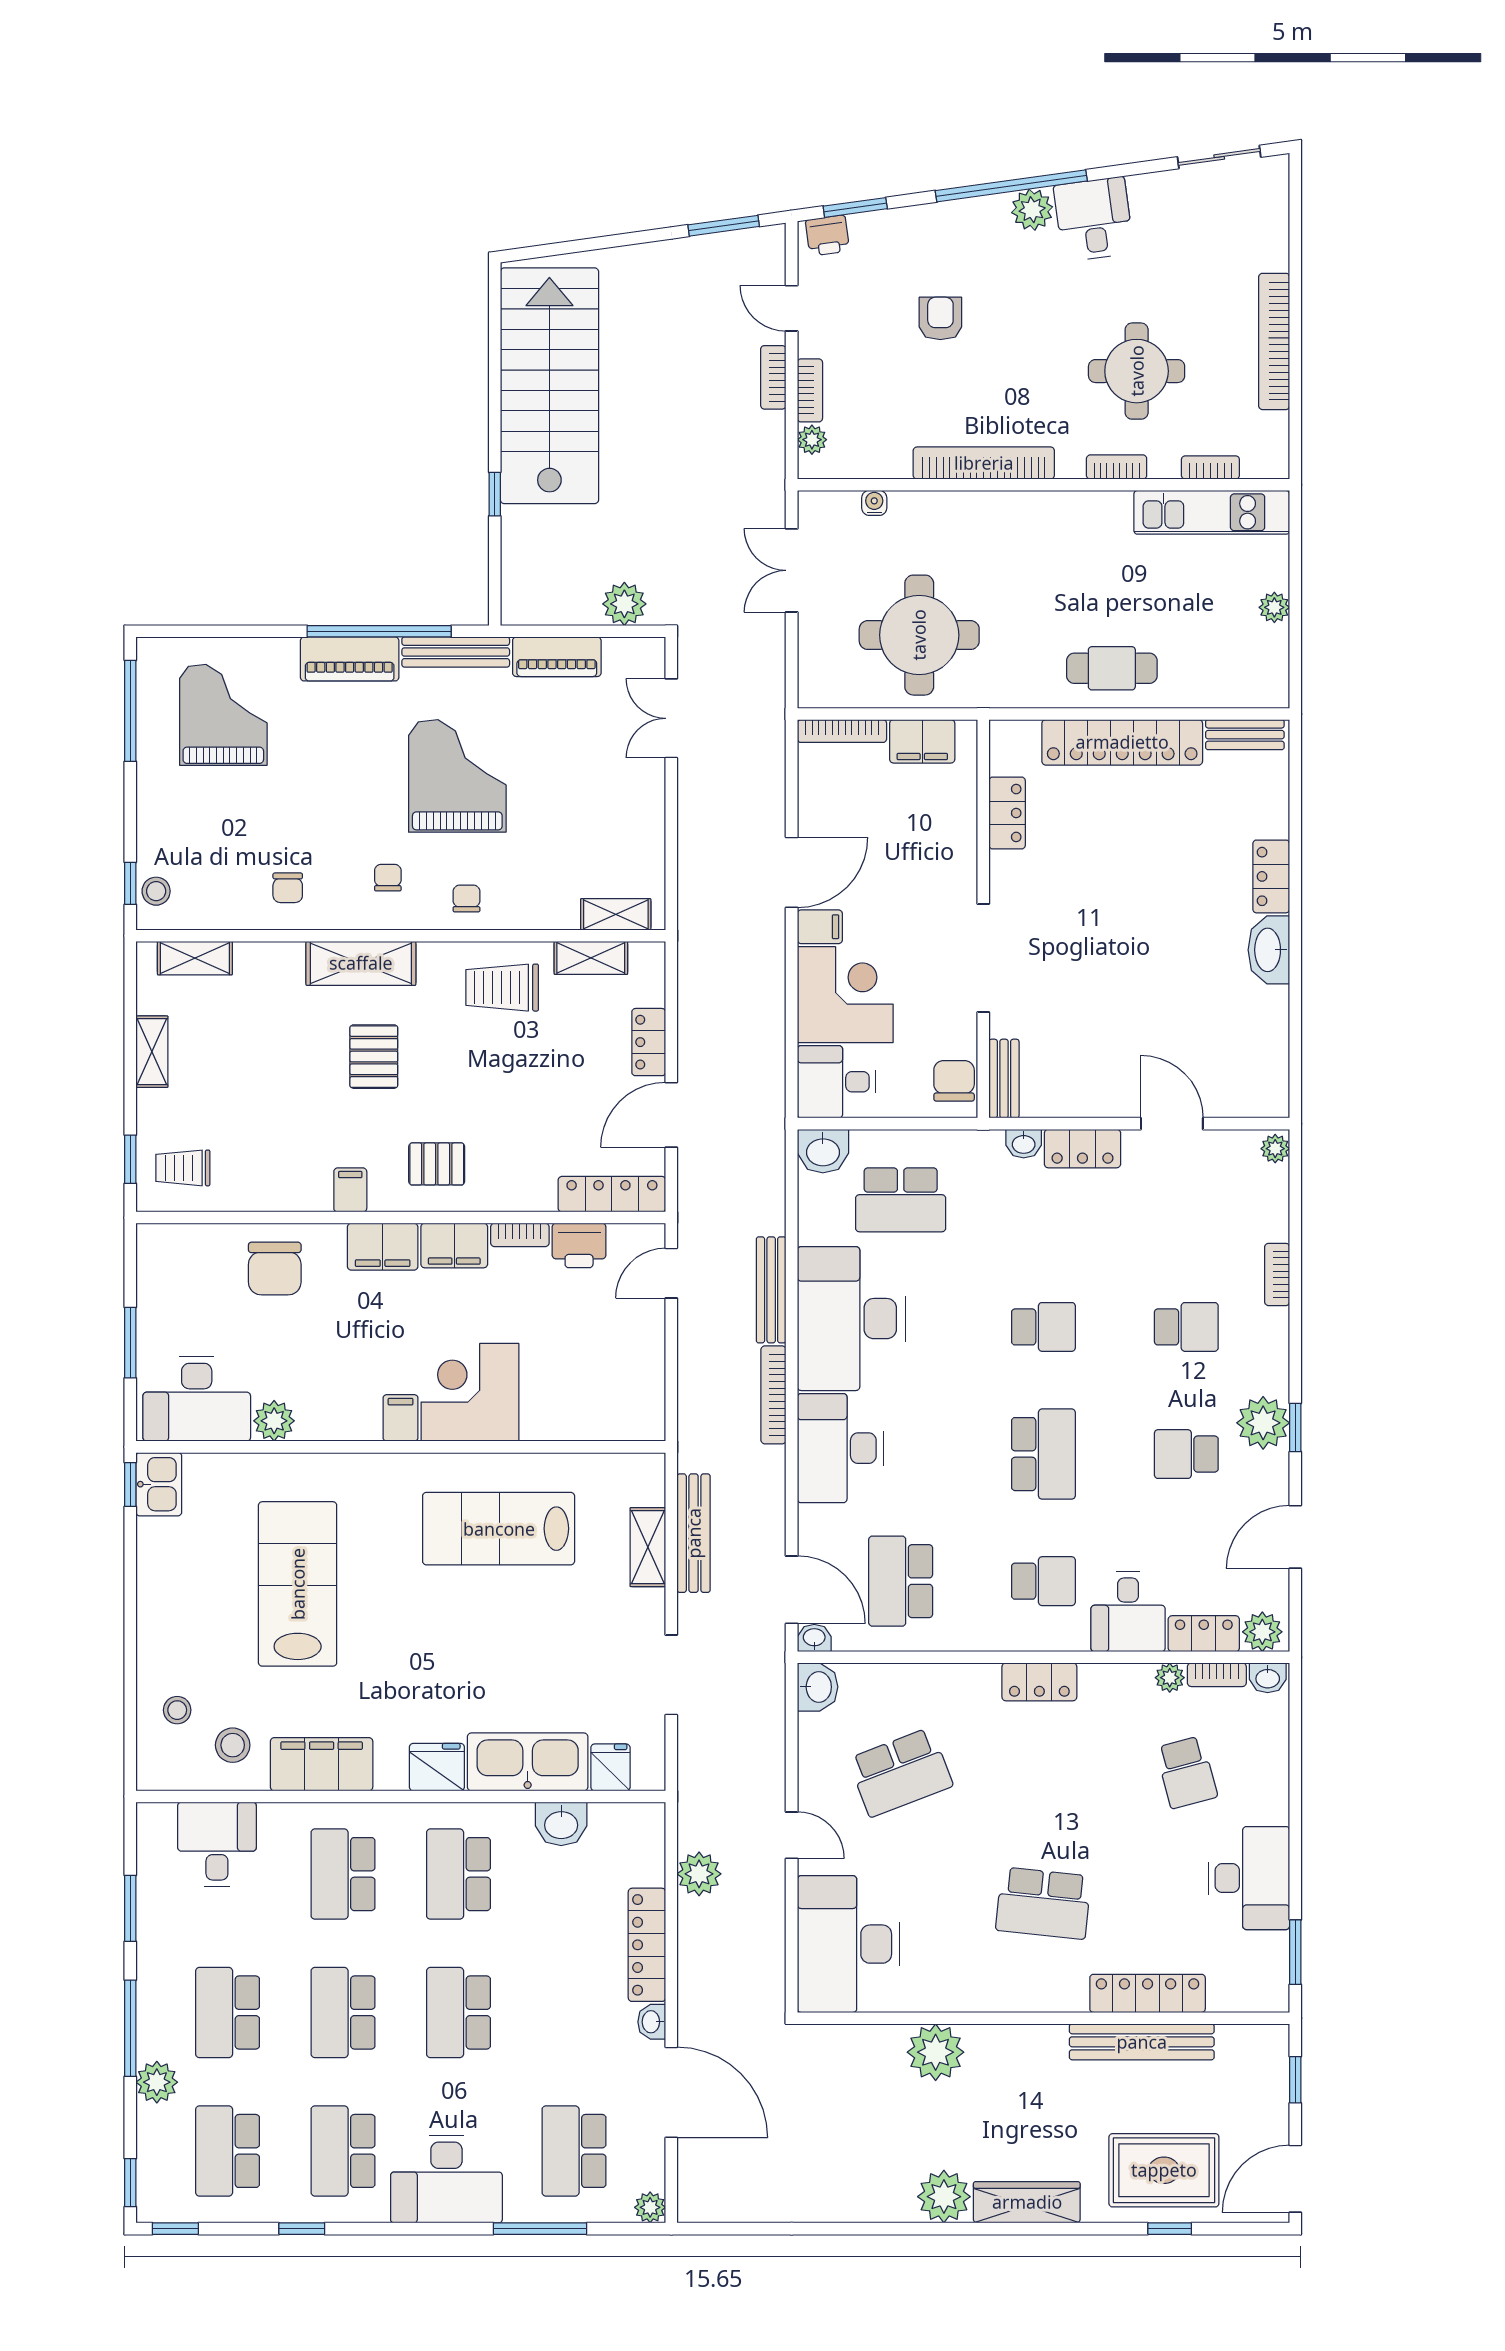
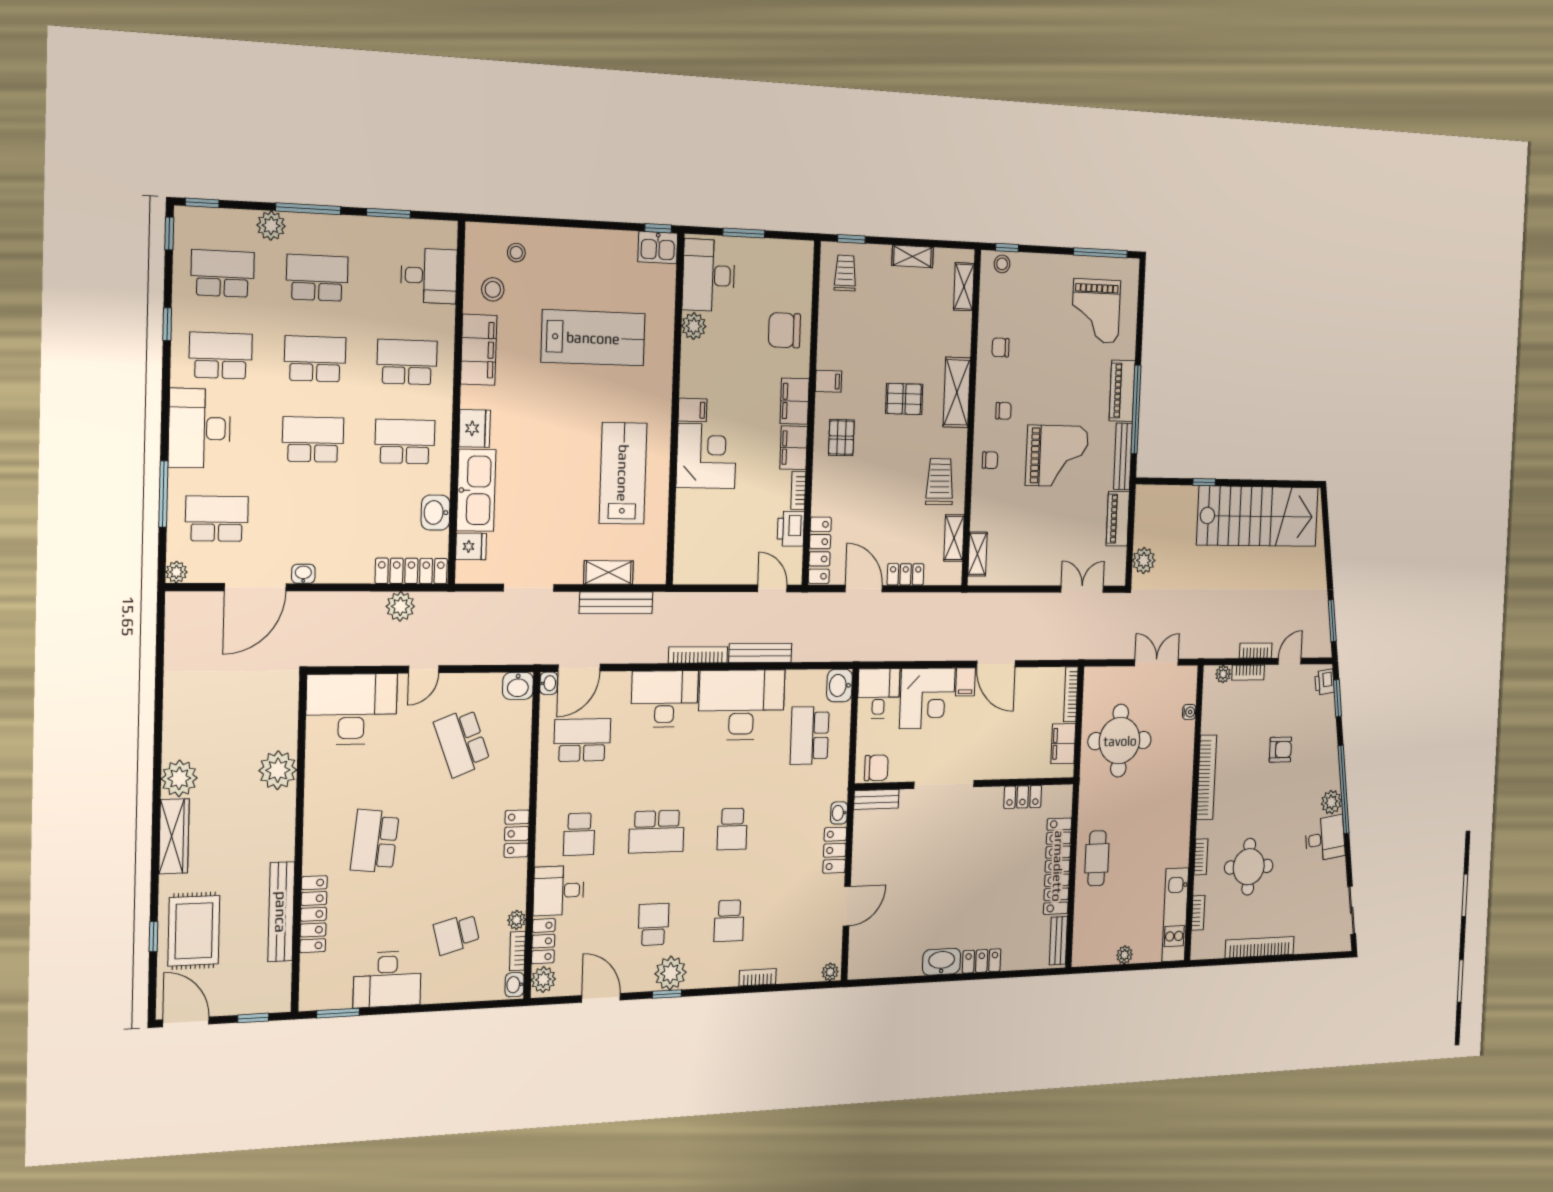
grand piano: (223, 715) -> (1096, 311), turned 90
locker: (647, 1945) -> (411, 571), moved

